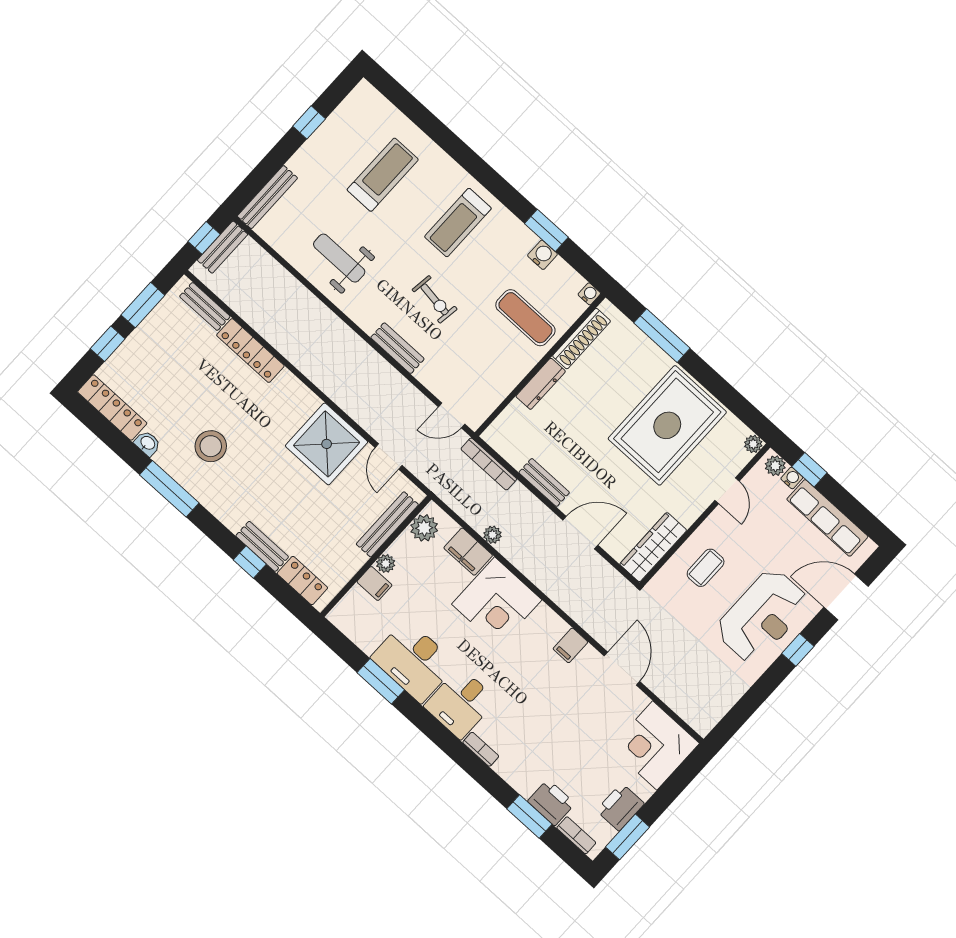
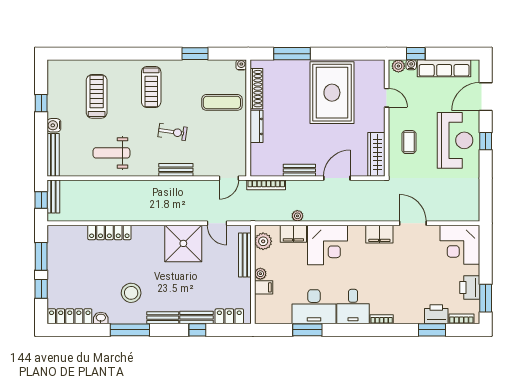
water cooler: (542, 255) -> (54, 125), moved, turned -90
bench: (205, 306) -> (163, 318), moved
plant: (753, 444) -> (379, 65), removed
filing cabinet: (570, 645) -> (379, 234), width x2.00

